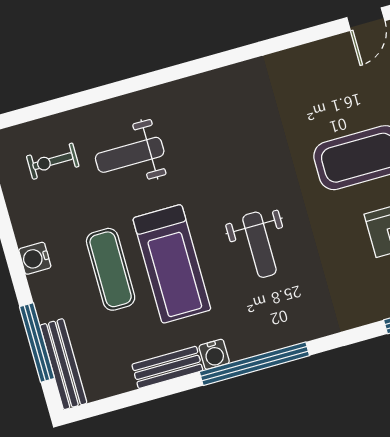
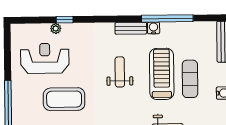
window: (254, 364) -> (167, 18), moved
bench: (167, 367) -> (131, 28), moved

